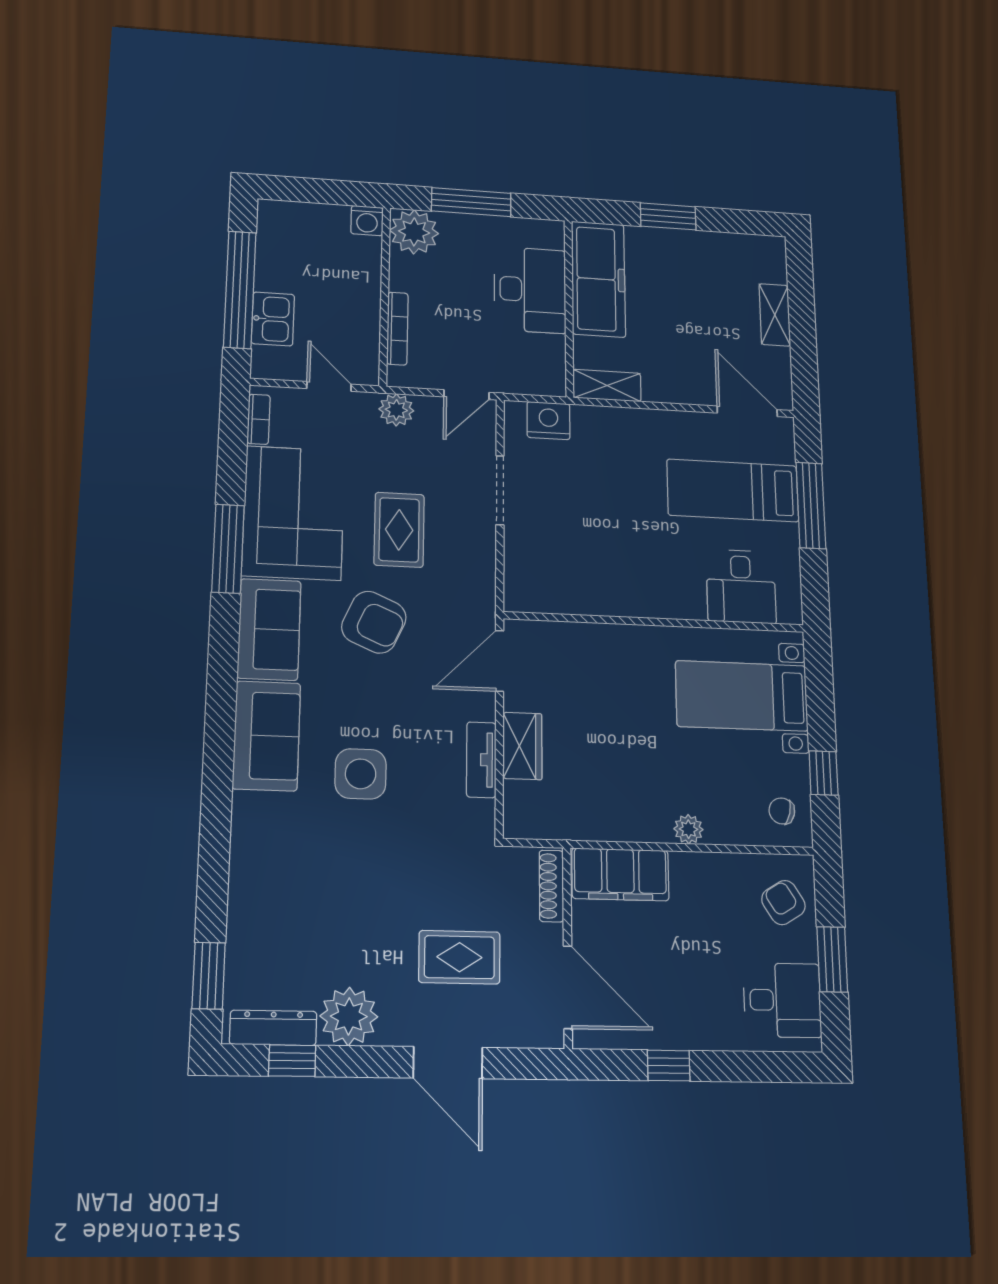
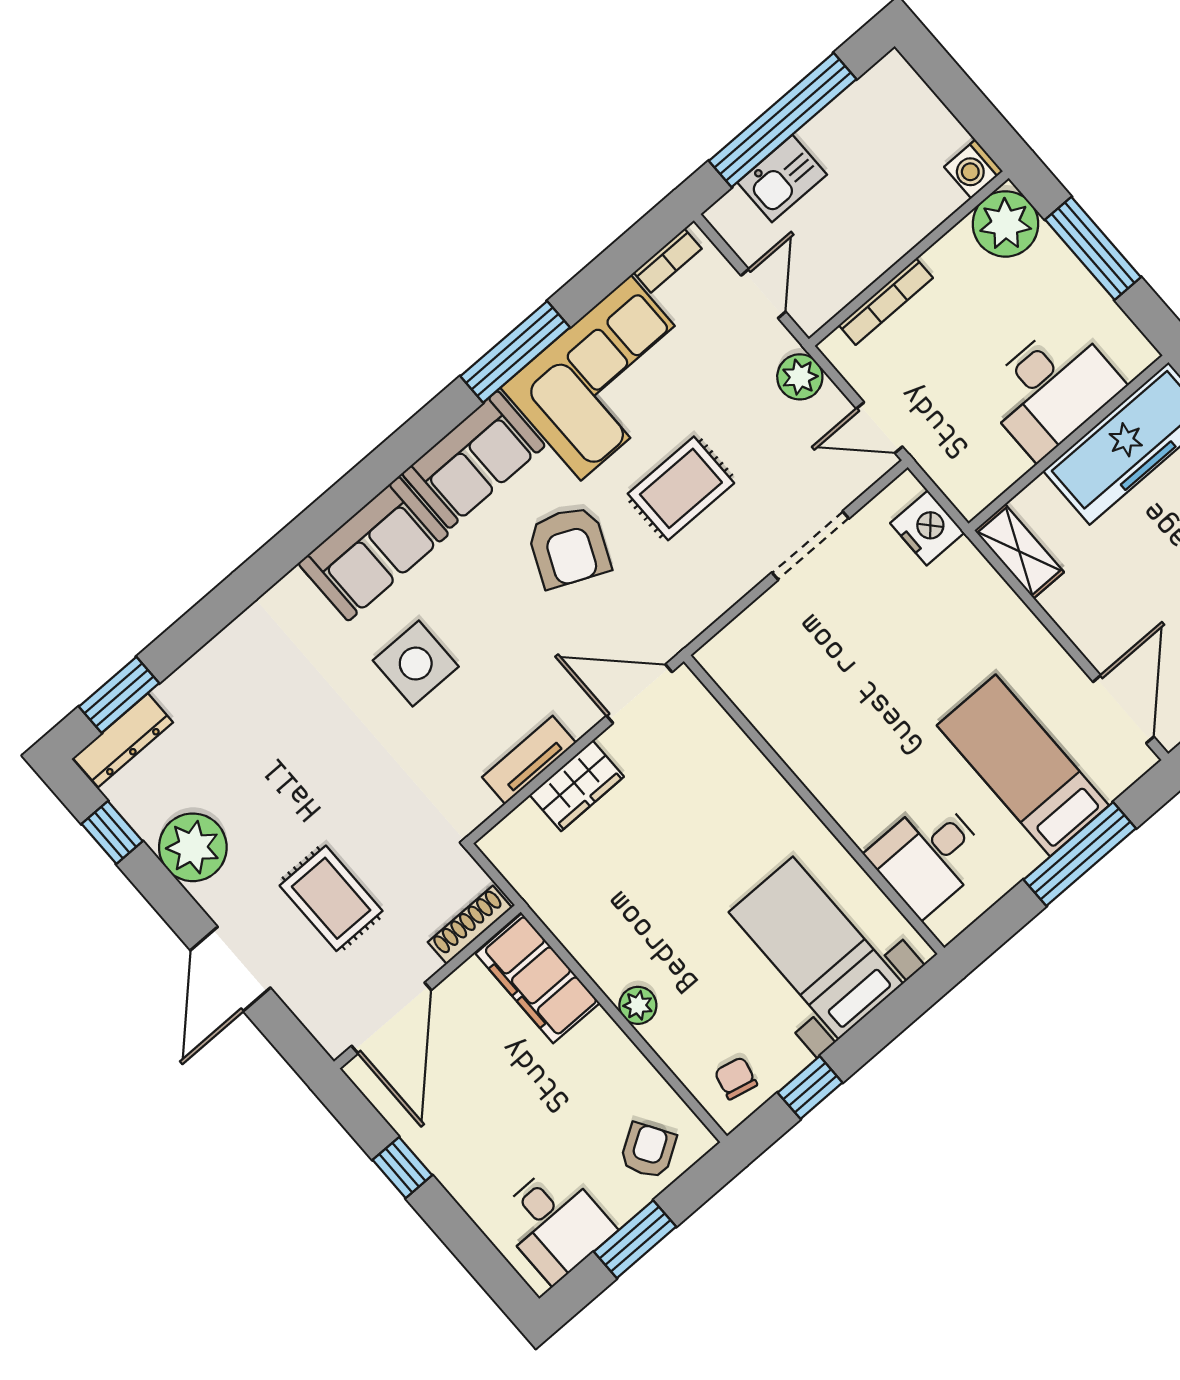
dresser: (273, 1028) -> (123, 740), moved, turned 90

